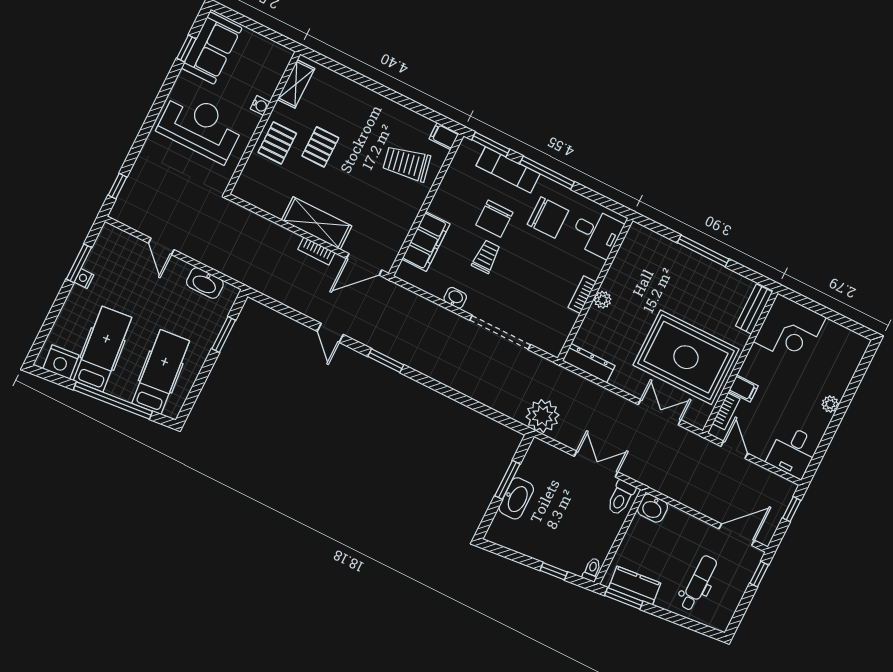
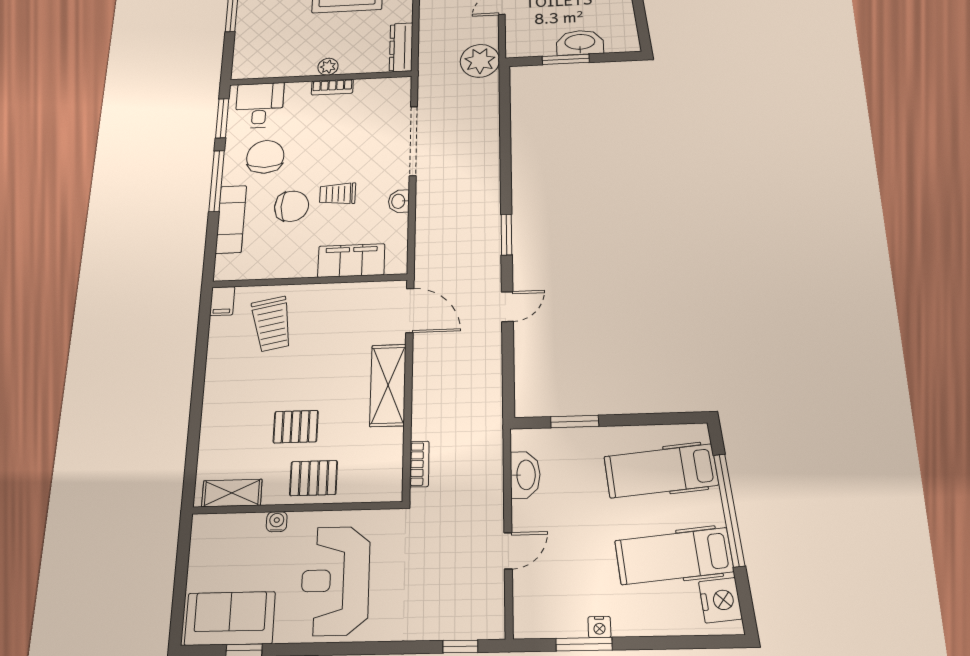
window: (491, 145) -> (222, 118), moved
bookcase: (316, 251) -> (419, 464), moved

